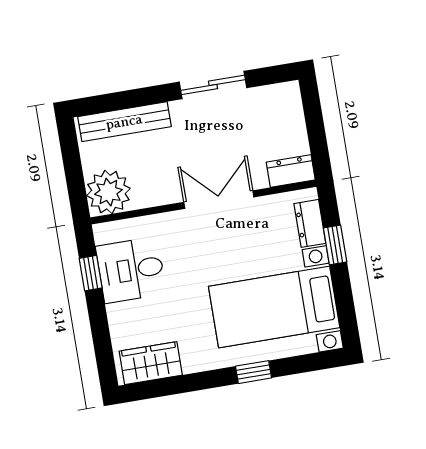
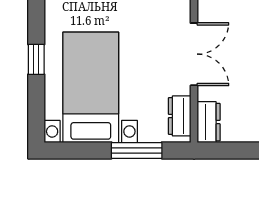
dresser: (310, 223) -> (180, 116), moved, turned -90
window: (335, 245) -> (137, 150), width x1.50

